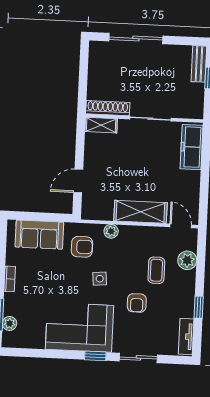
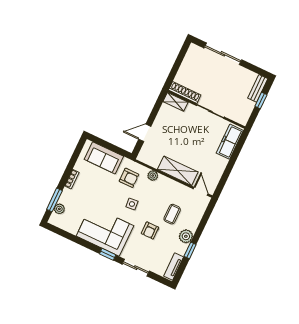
plant: (187, 260) -> (186, 236), moved

